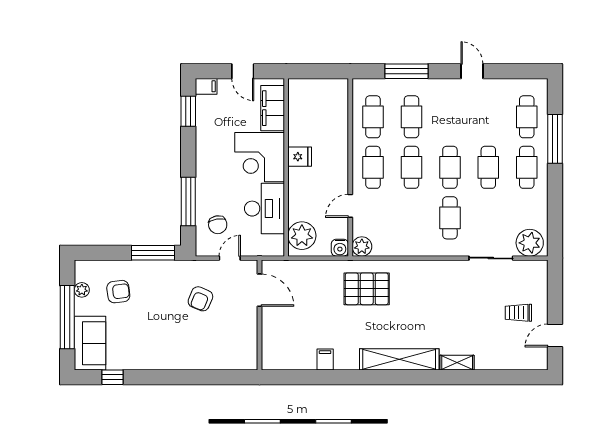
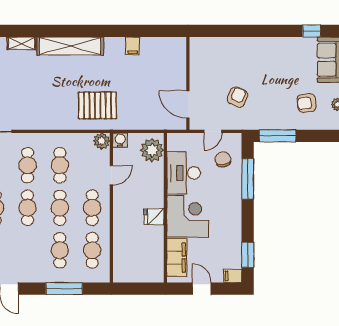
cafe table: (411, 218) -> (60, 165), added

